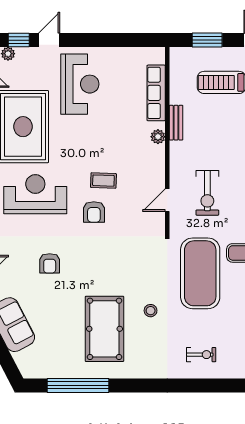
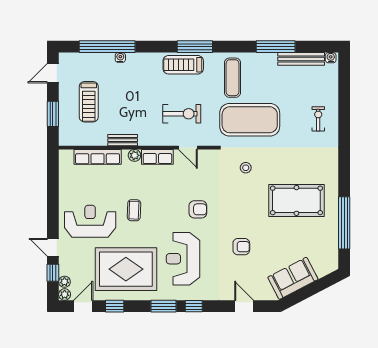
row of seats: (156, 164) -> (157, 157), added
coffee table: (103, 181) -> (134, 210), moved
stool: (151, 311) -> (246, 168), moved

